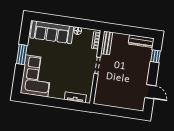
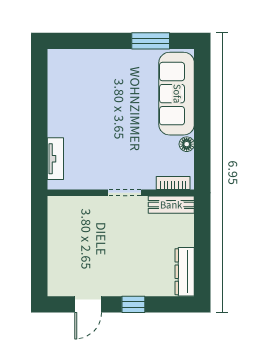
window: (22, 55) -> (151, 41), moved
window: (156, 56) -> (133, 304), moved
corner sofa: (37, 76) -> (86, 76), removed

